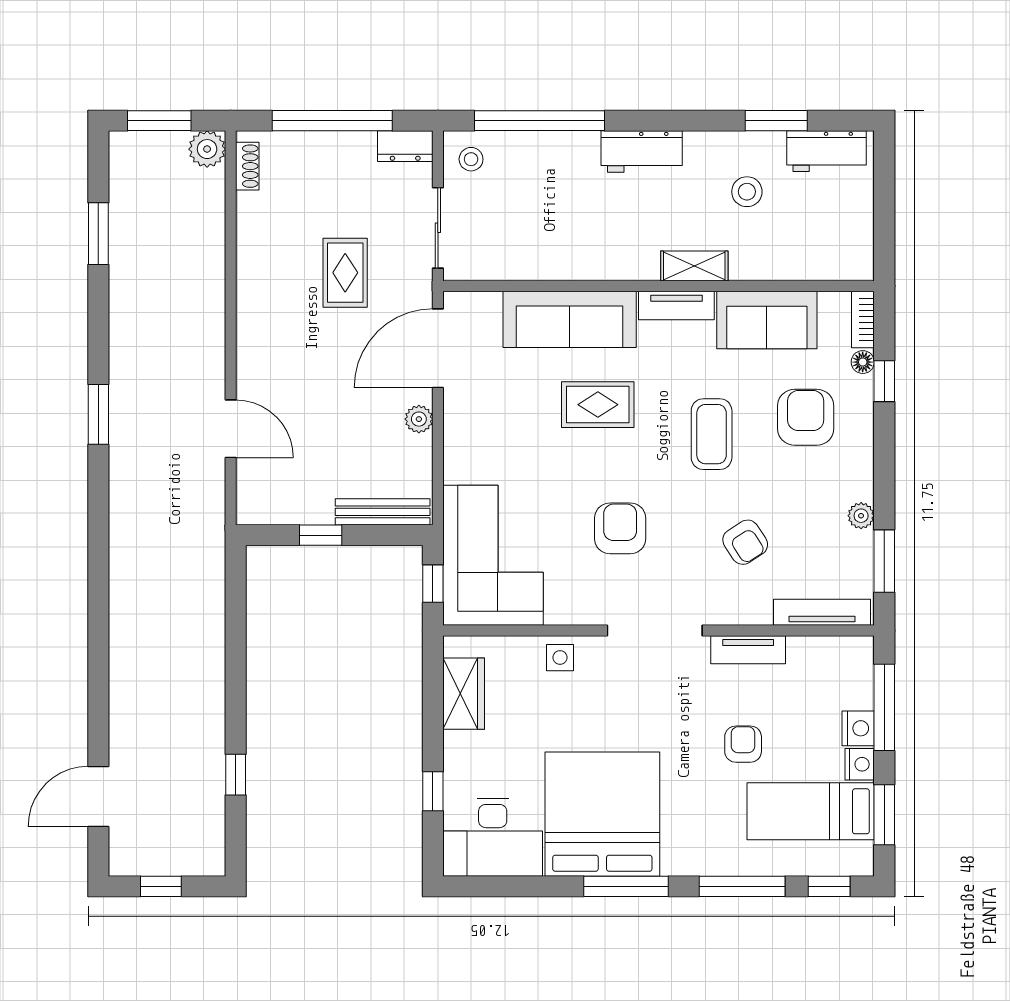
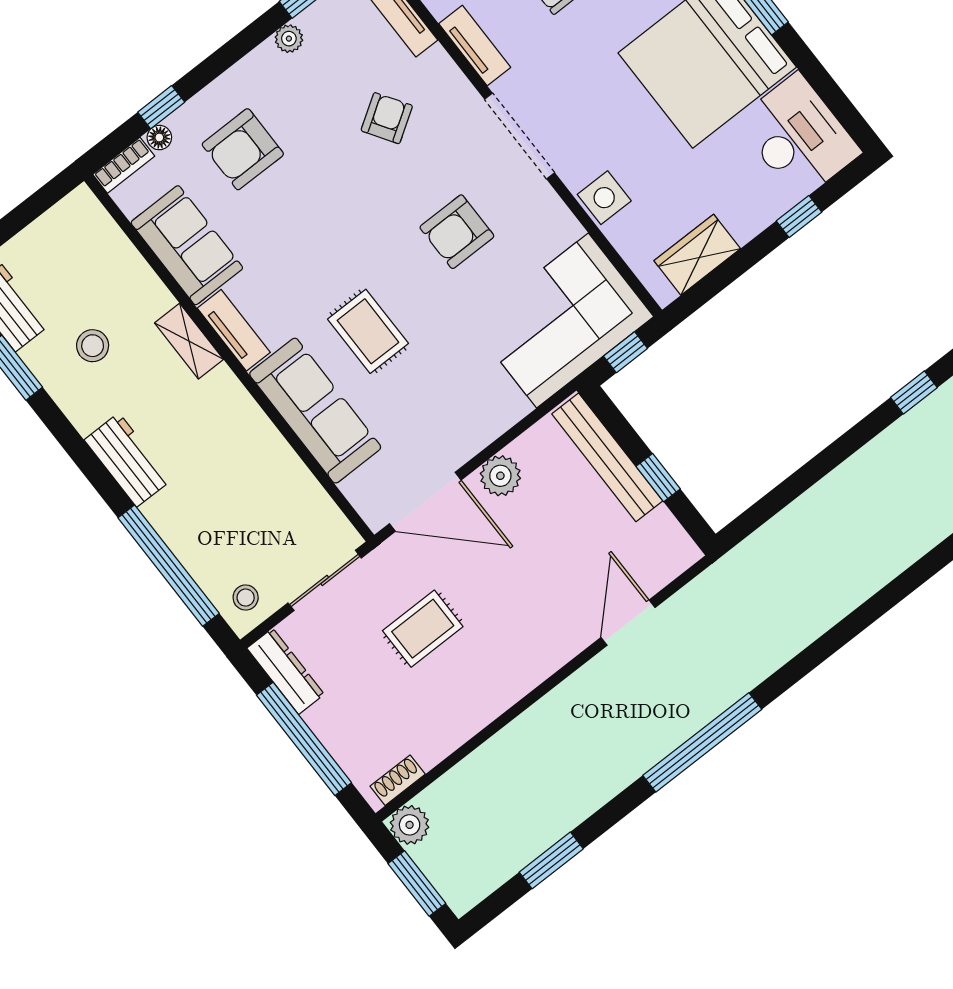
dresser: (405, 146) -> (286, 671), width x1.44
window: (98, 414) -> (702, 742), width x2.11
plant: (419, 419) -> (500, 476), width x1.38, depth x1.38
coffee table: (712, 434) -> (318, 217), removed
bench: (383, 512) -> (607, 457), width x1.37, depth x1.21
side table: (560, 658) -> (604, 198), width x1.37, depth x1.37

